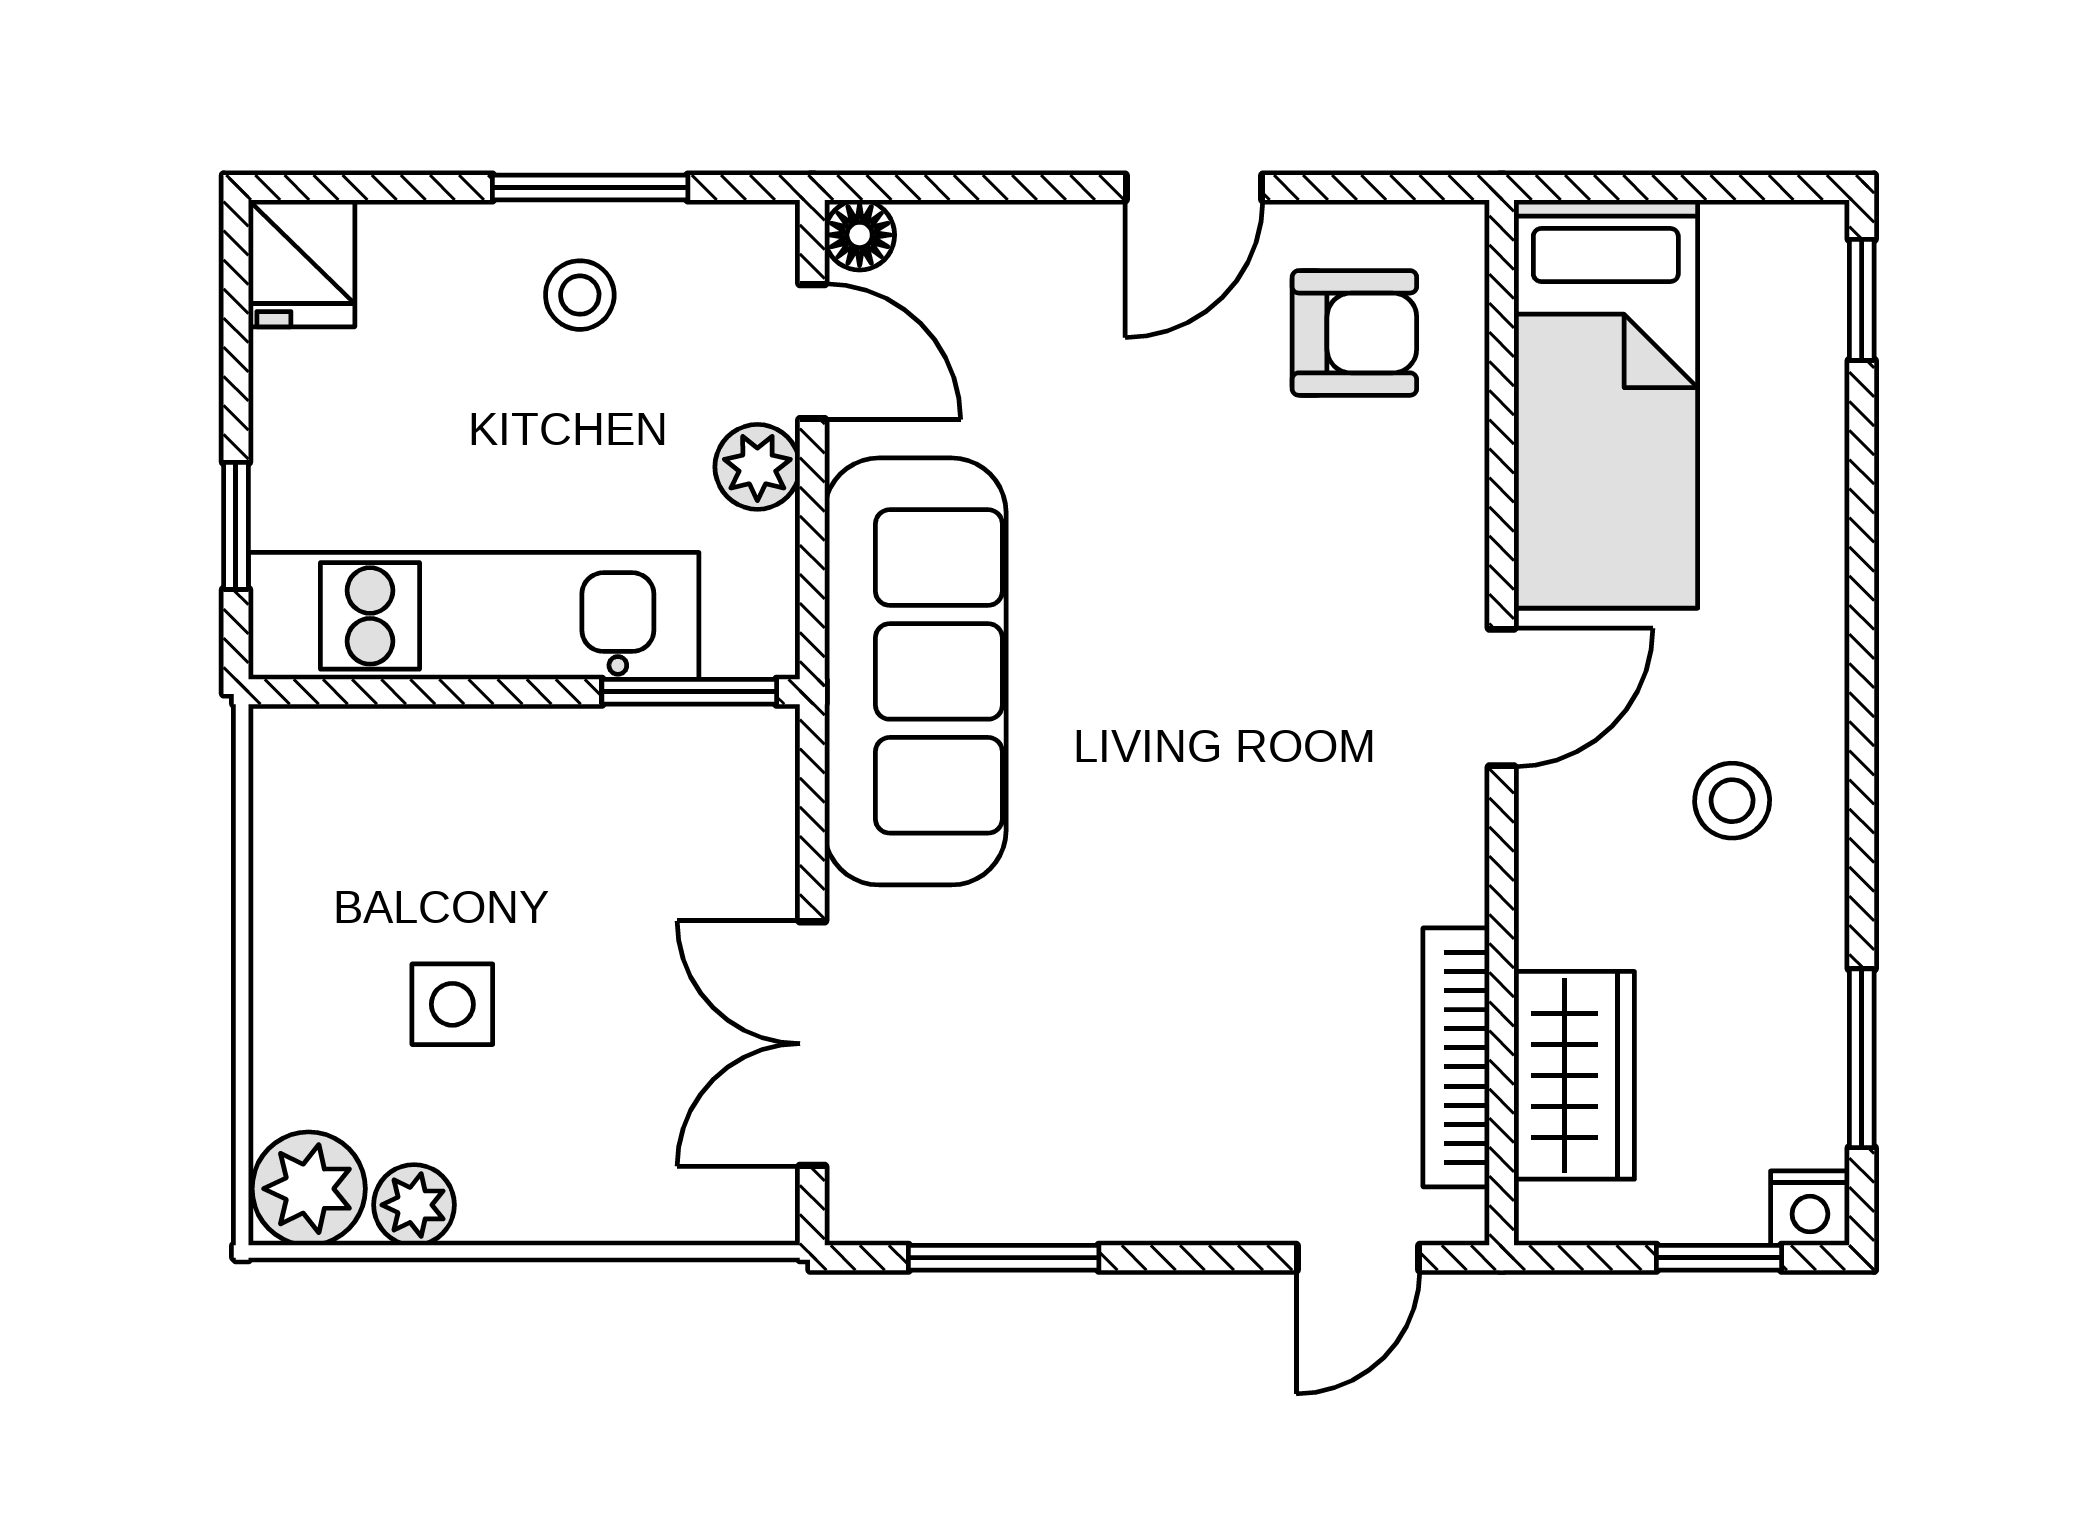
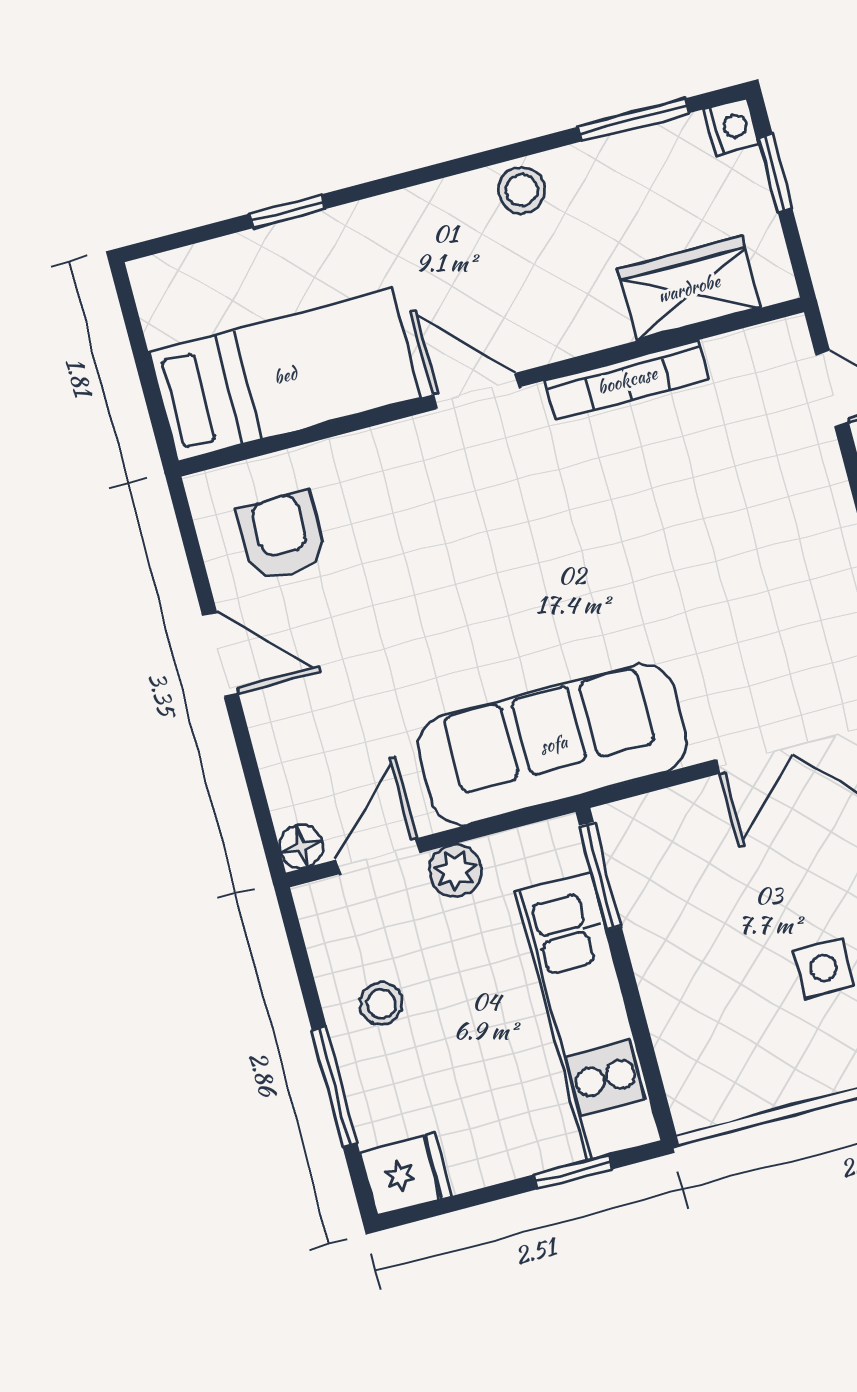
window: (590, 188) -> (335, 1087), moved
window: (1862, 300) -> (287, 211), moved
stool: (1732, 801) -> (522, 190), moved
bookcase: (1456, 1057) -> (627, 380), moved

